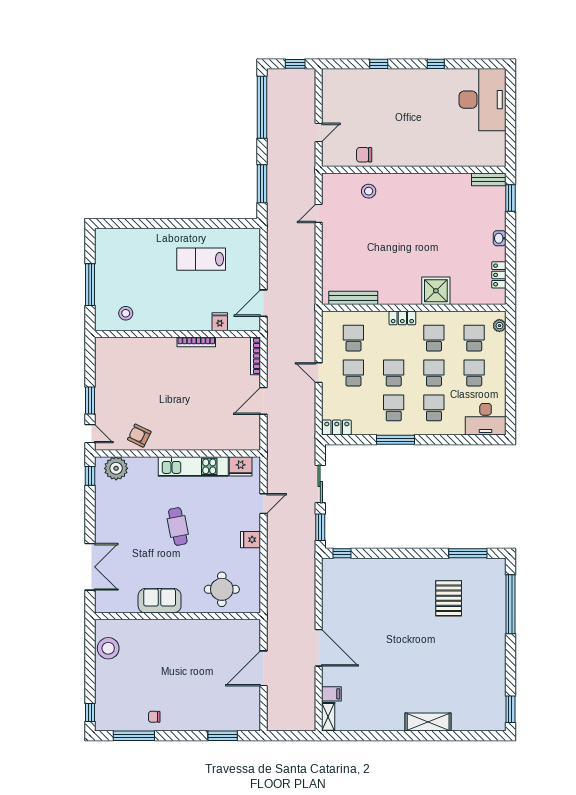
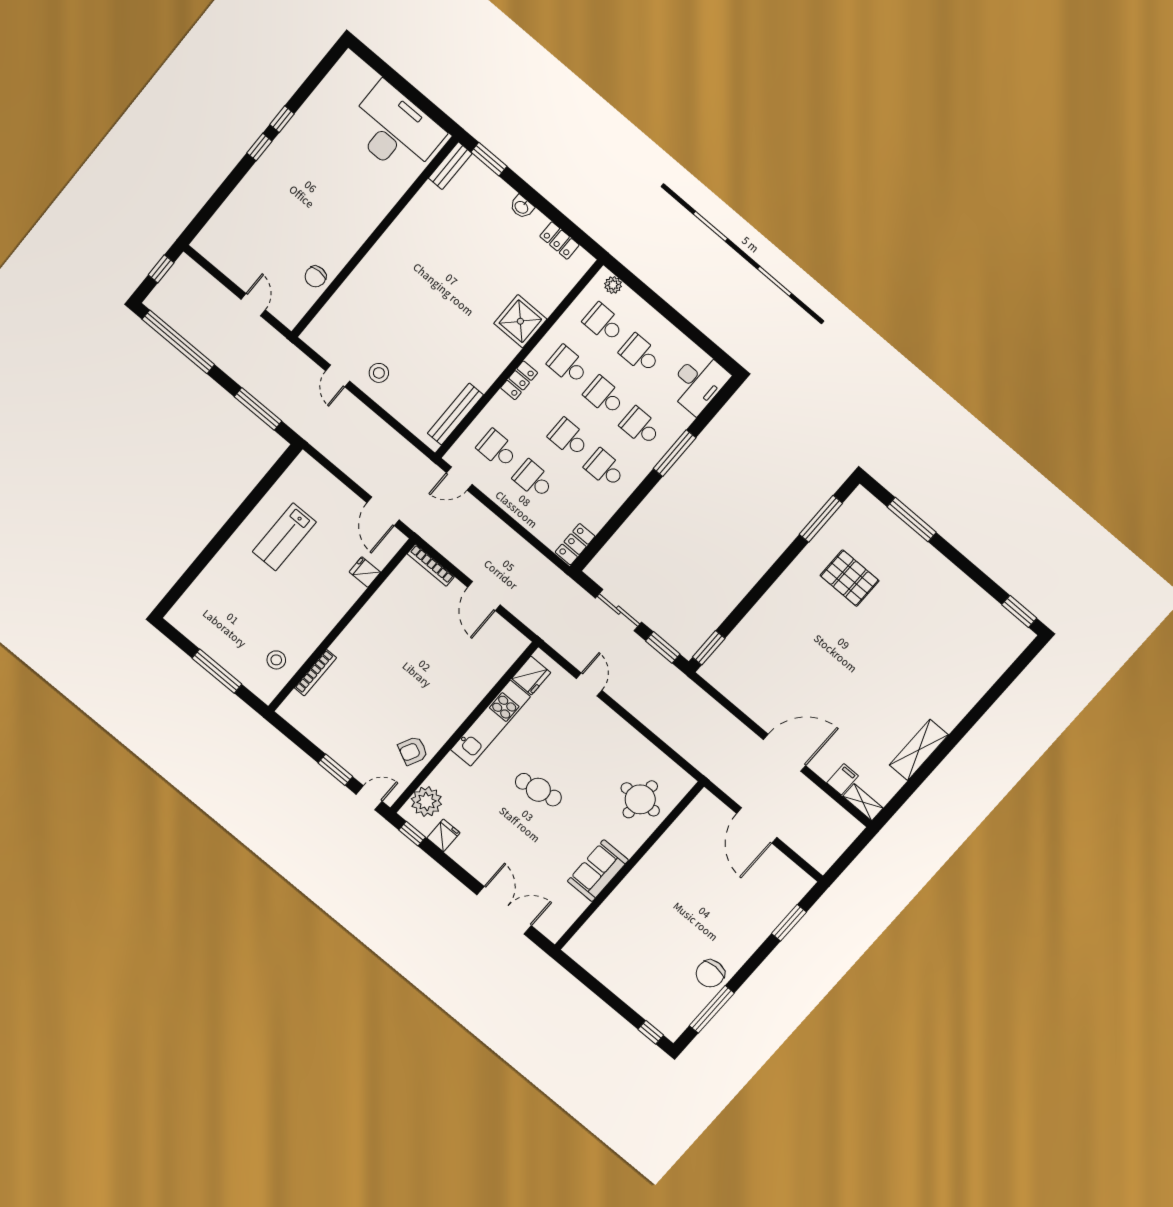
window: (379, 64) -> (259, 147), moved
desk: (483, 100) -> (395, 130), moved
stool: (369, 191) -> (379, 373), moved
bookcase: (196, 342) -> (315, 673), moved
door: (319, 373) -> (459, 478), moved
window: (396, 440) -> (675, 453), moved
fridge: (251, 540) -> (443, 835), moved, turned 180
window: (342, 553) -> (709, 648), width x1.50
window: (510, 604) -> (912, 520), width x0.68
stool: (108, 648) -> (602, 961), removed
chair: (154, 717) -> (710, 974), width x1.87, depth x1.87
shelving: (428, 722) -> (919, 750), moved

